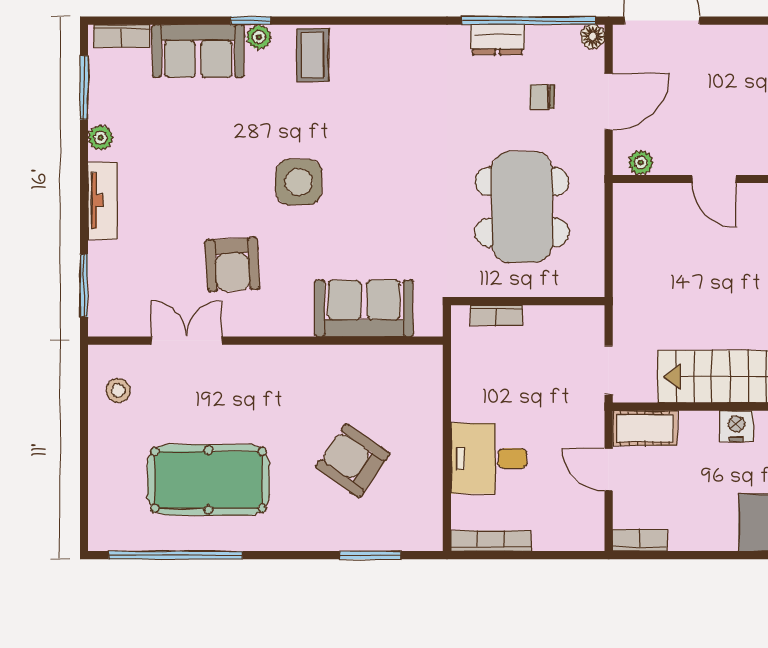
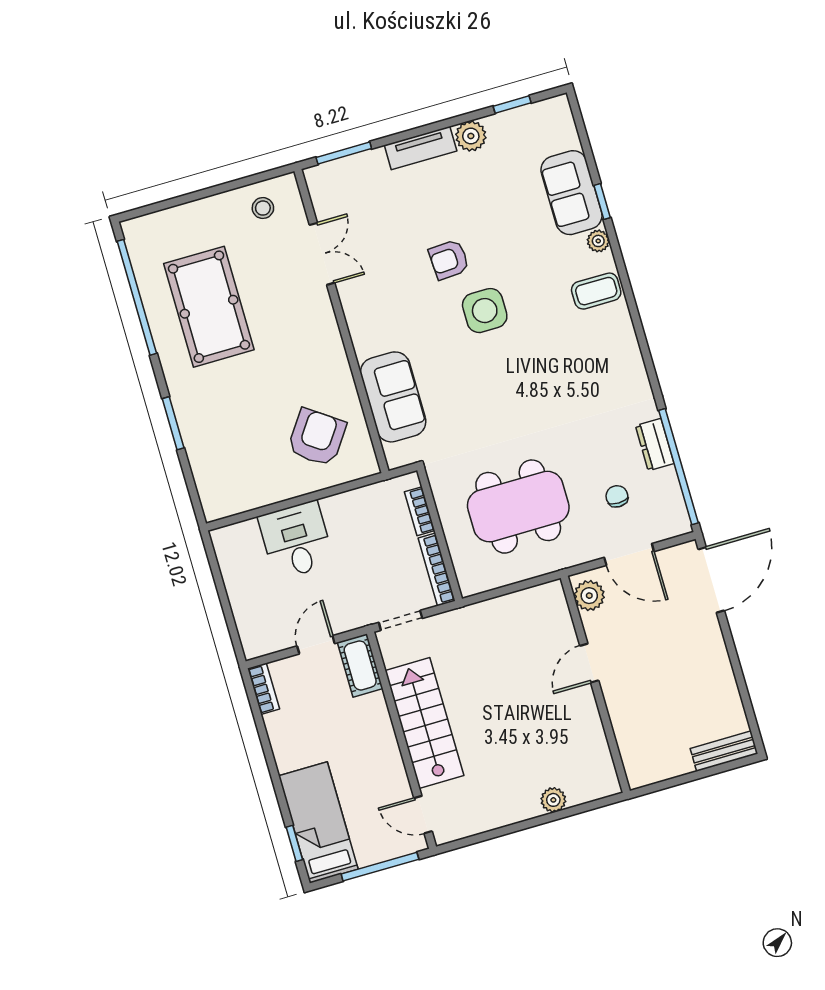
window: (251, 21) -> (602, 202), moved
bookcase: (122, 36) -> (566, 124), removed
floor lamp: (593, 36) -> (681, 525), removed
window: (84, 88) -> (512, 104), width x0.67
plant: (101, 138) -> (471, 136), width x1.38, depth x1.38
plant: (641, 163) -> (589, 596), width x1.38, depth x1.38
armchair: (232, 265) -> (449, 260), moved, width x0.72, depth x0.72
nightstand: (736, 426) -> (384, 743), removed
armchair: (353, 460) -> (317, 437), moved
bookcase: (491, 541) -> (437, 569), moved, turned 180
window: (370, 555) -> (173, 423), moved

